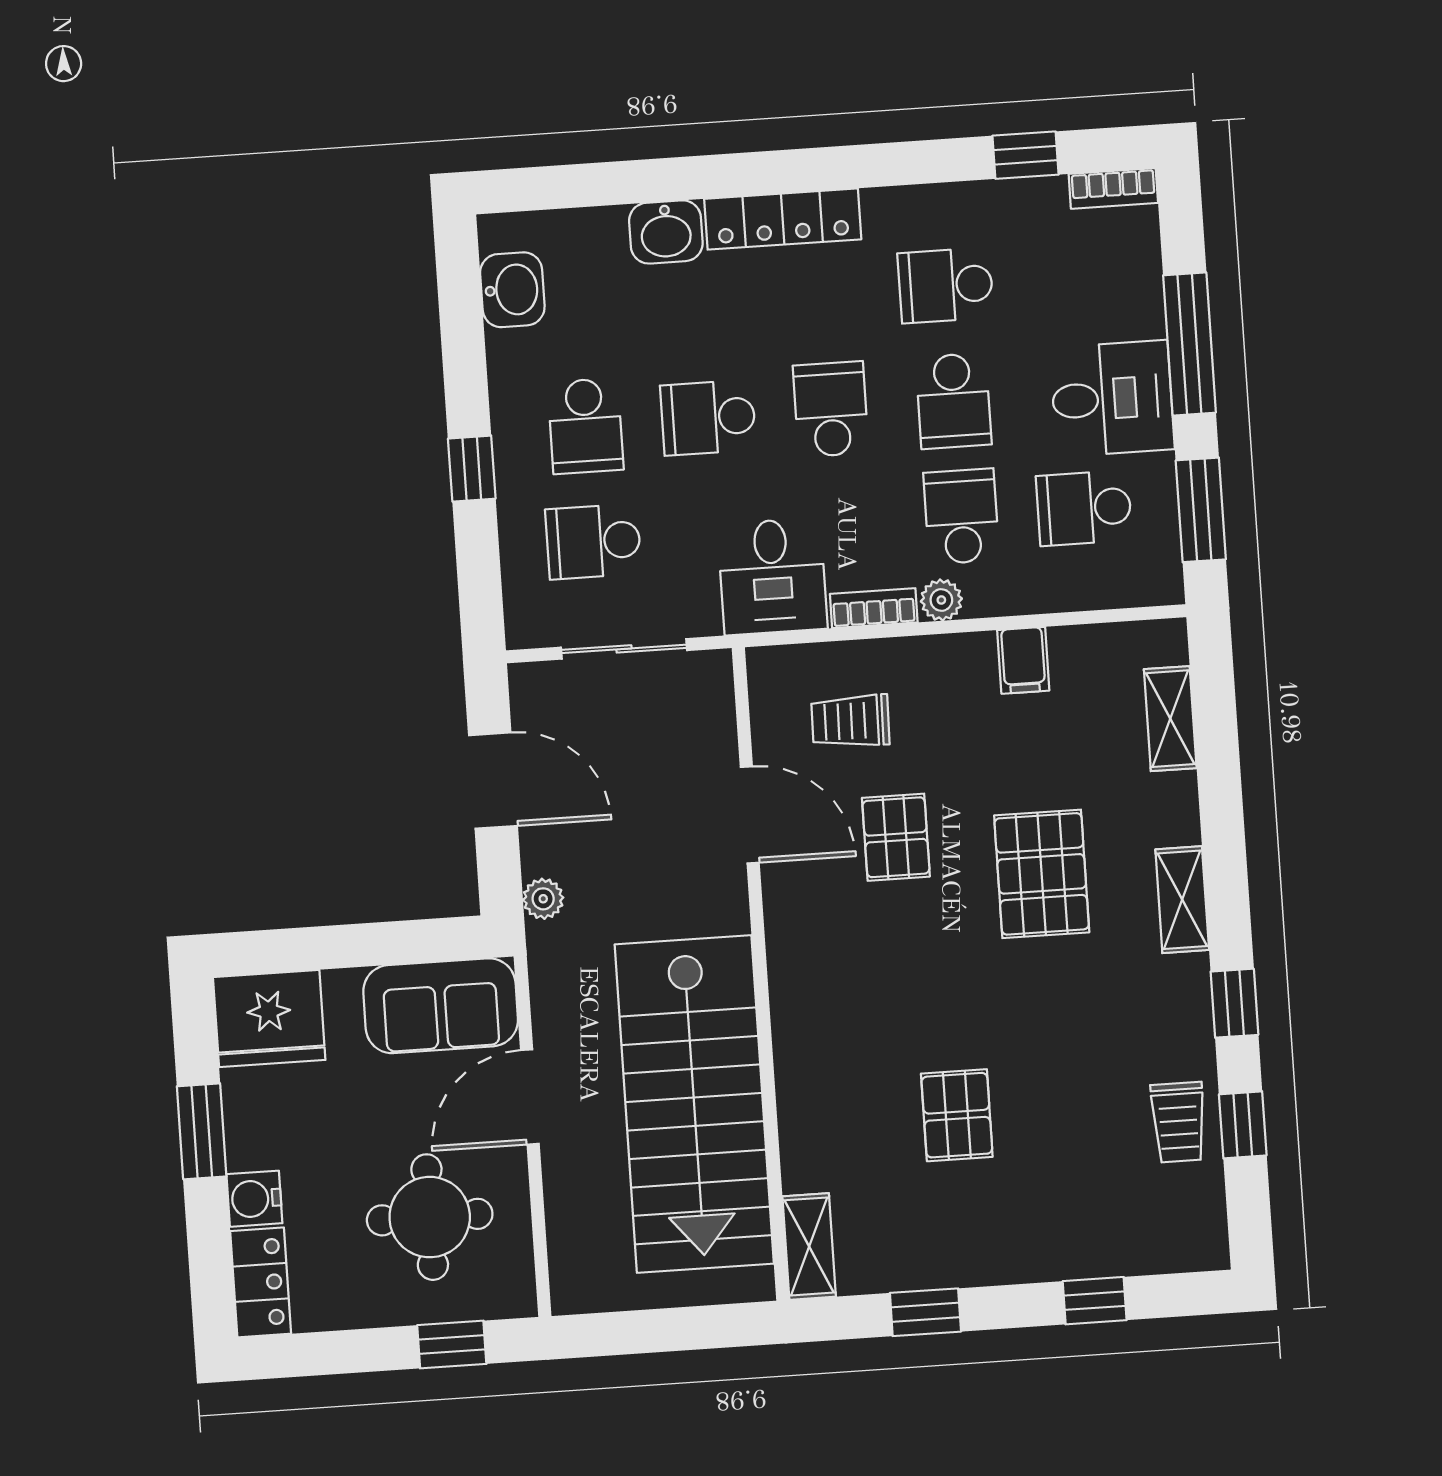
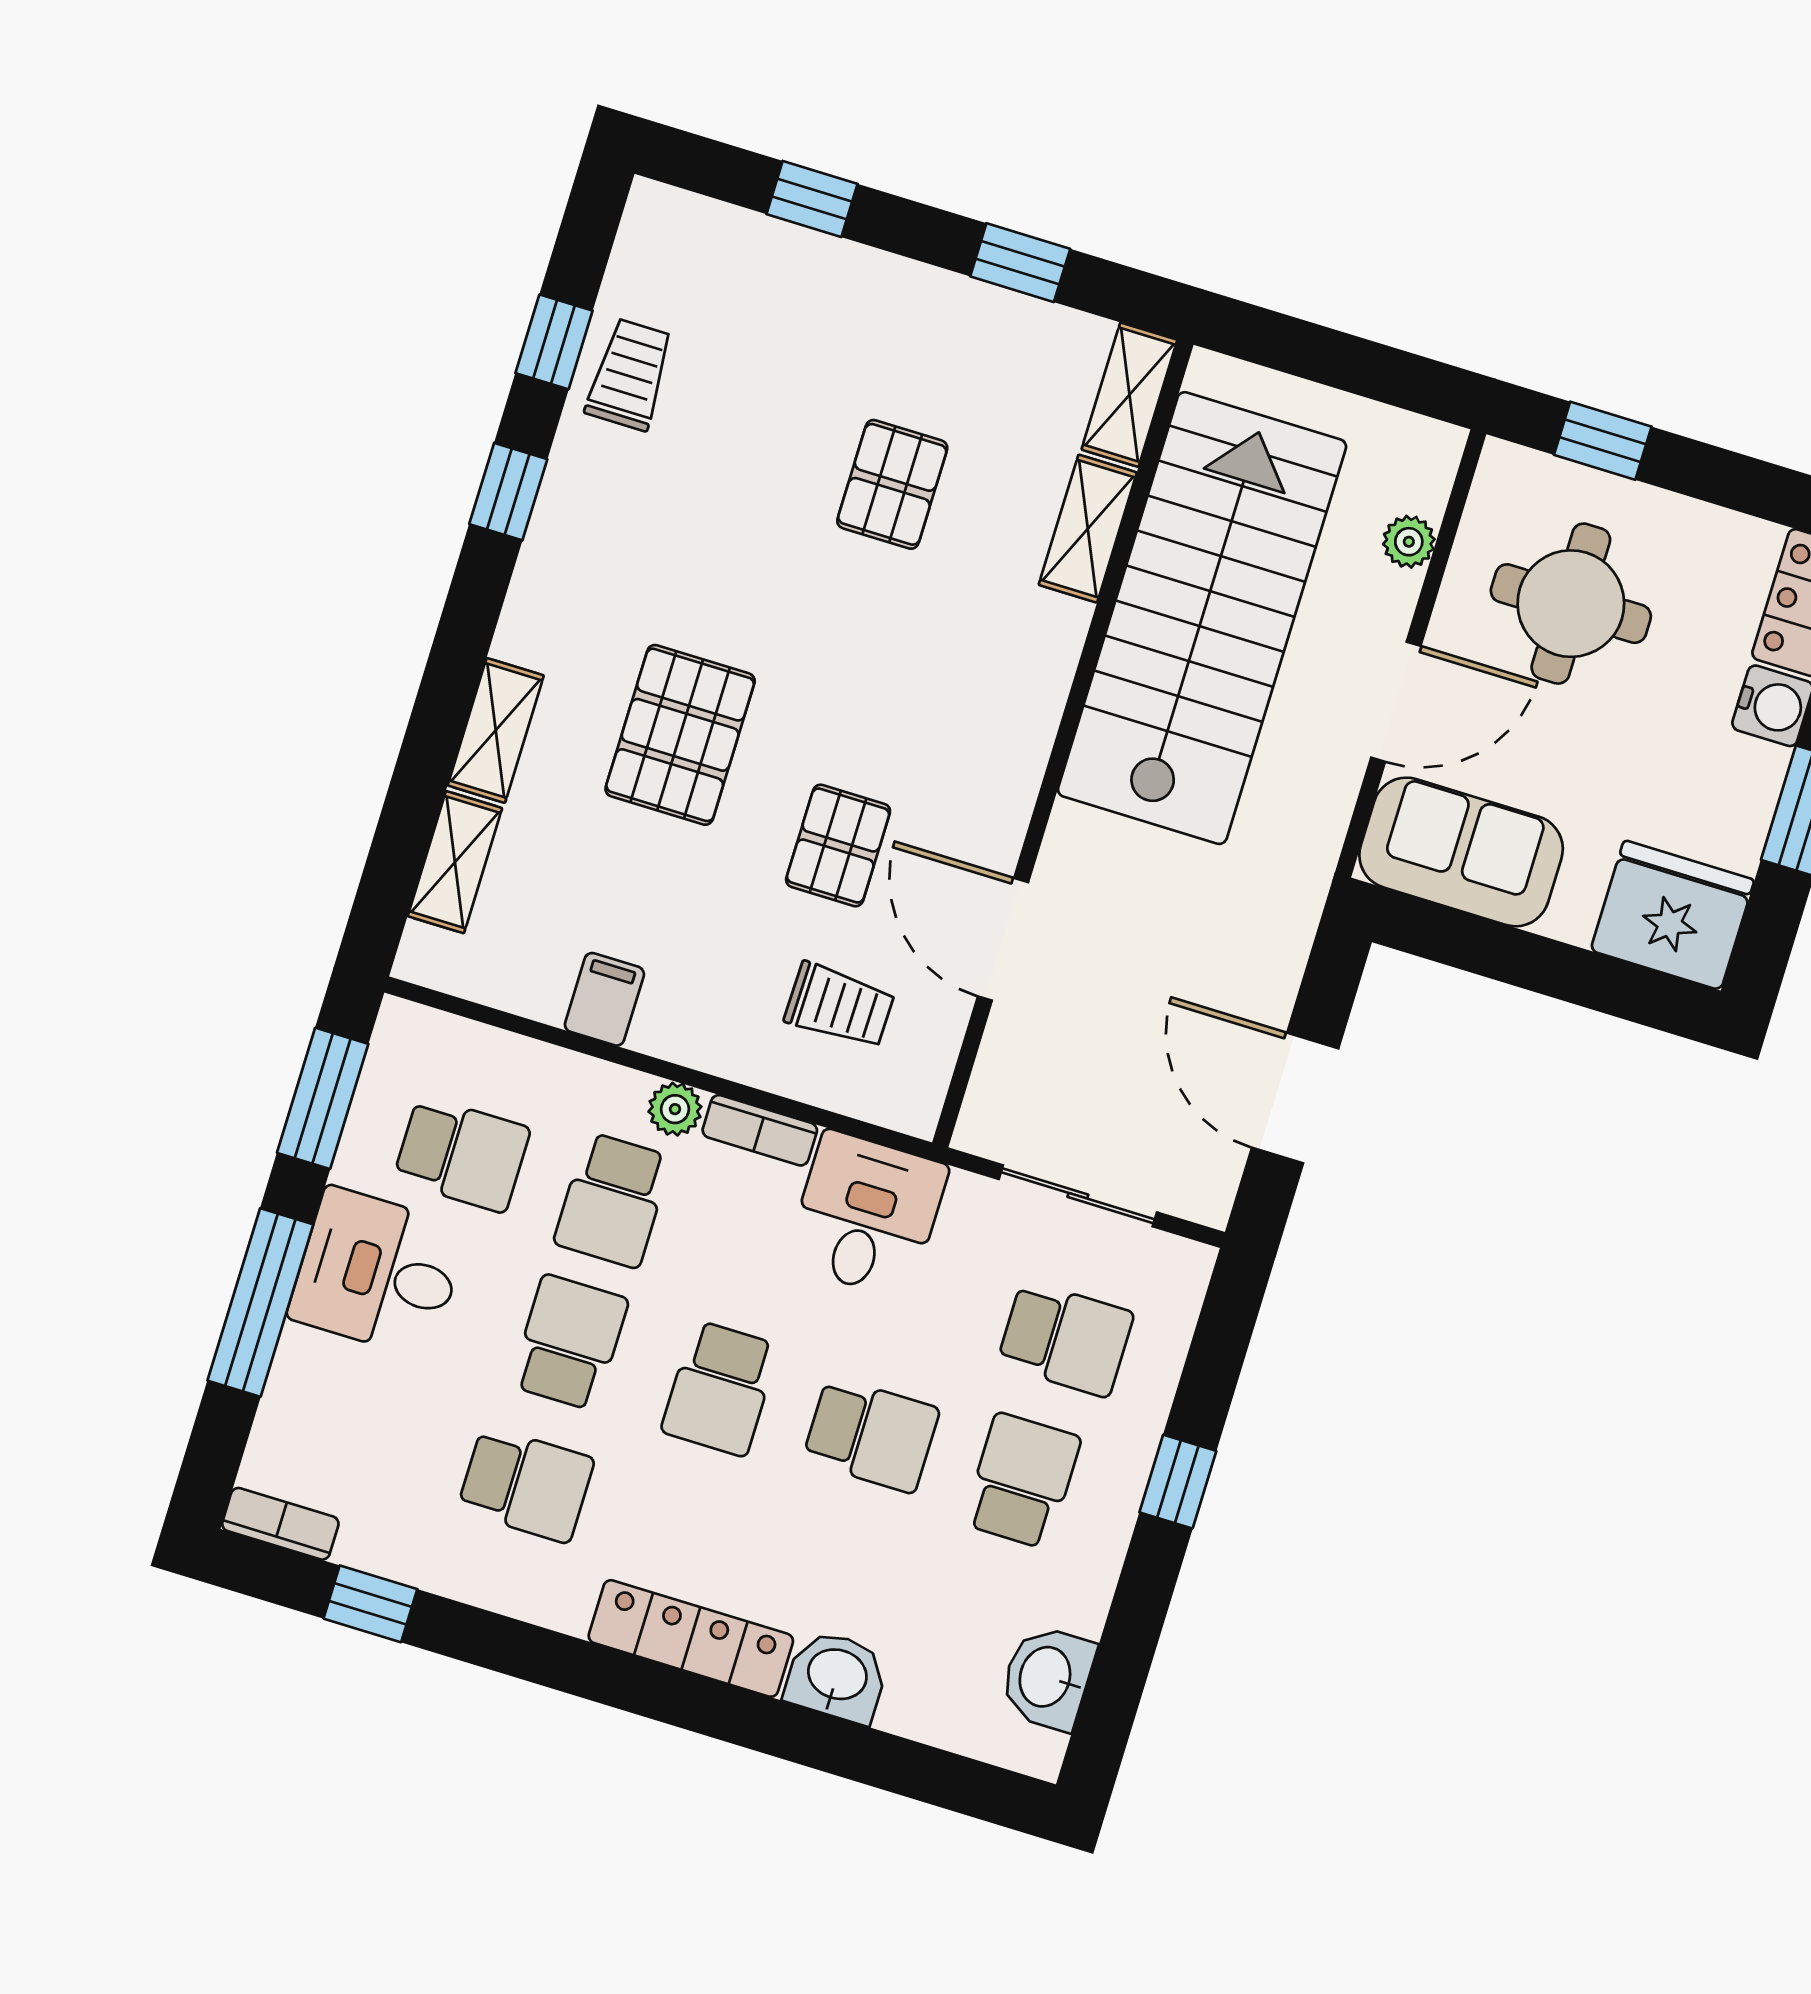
plant: (543, 899) -> (1409, 542), moved
shelving: (1182, 900) -> (496, 730), moved
shelving: (802, 1137) -> (1088, 529), added

